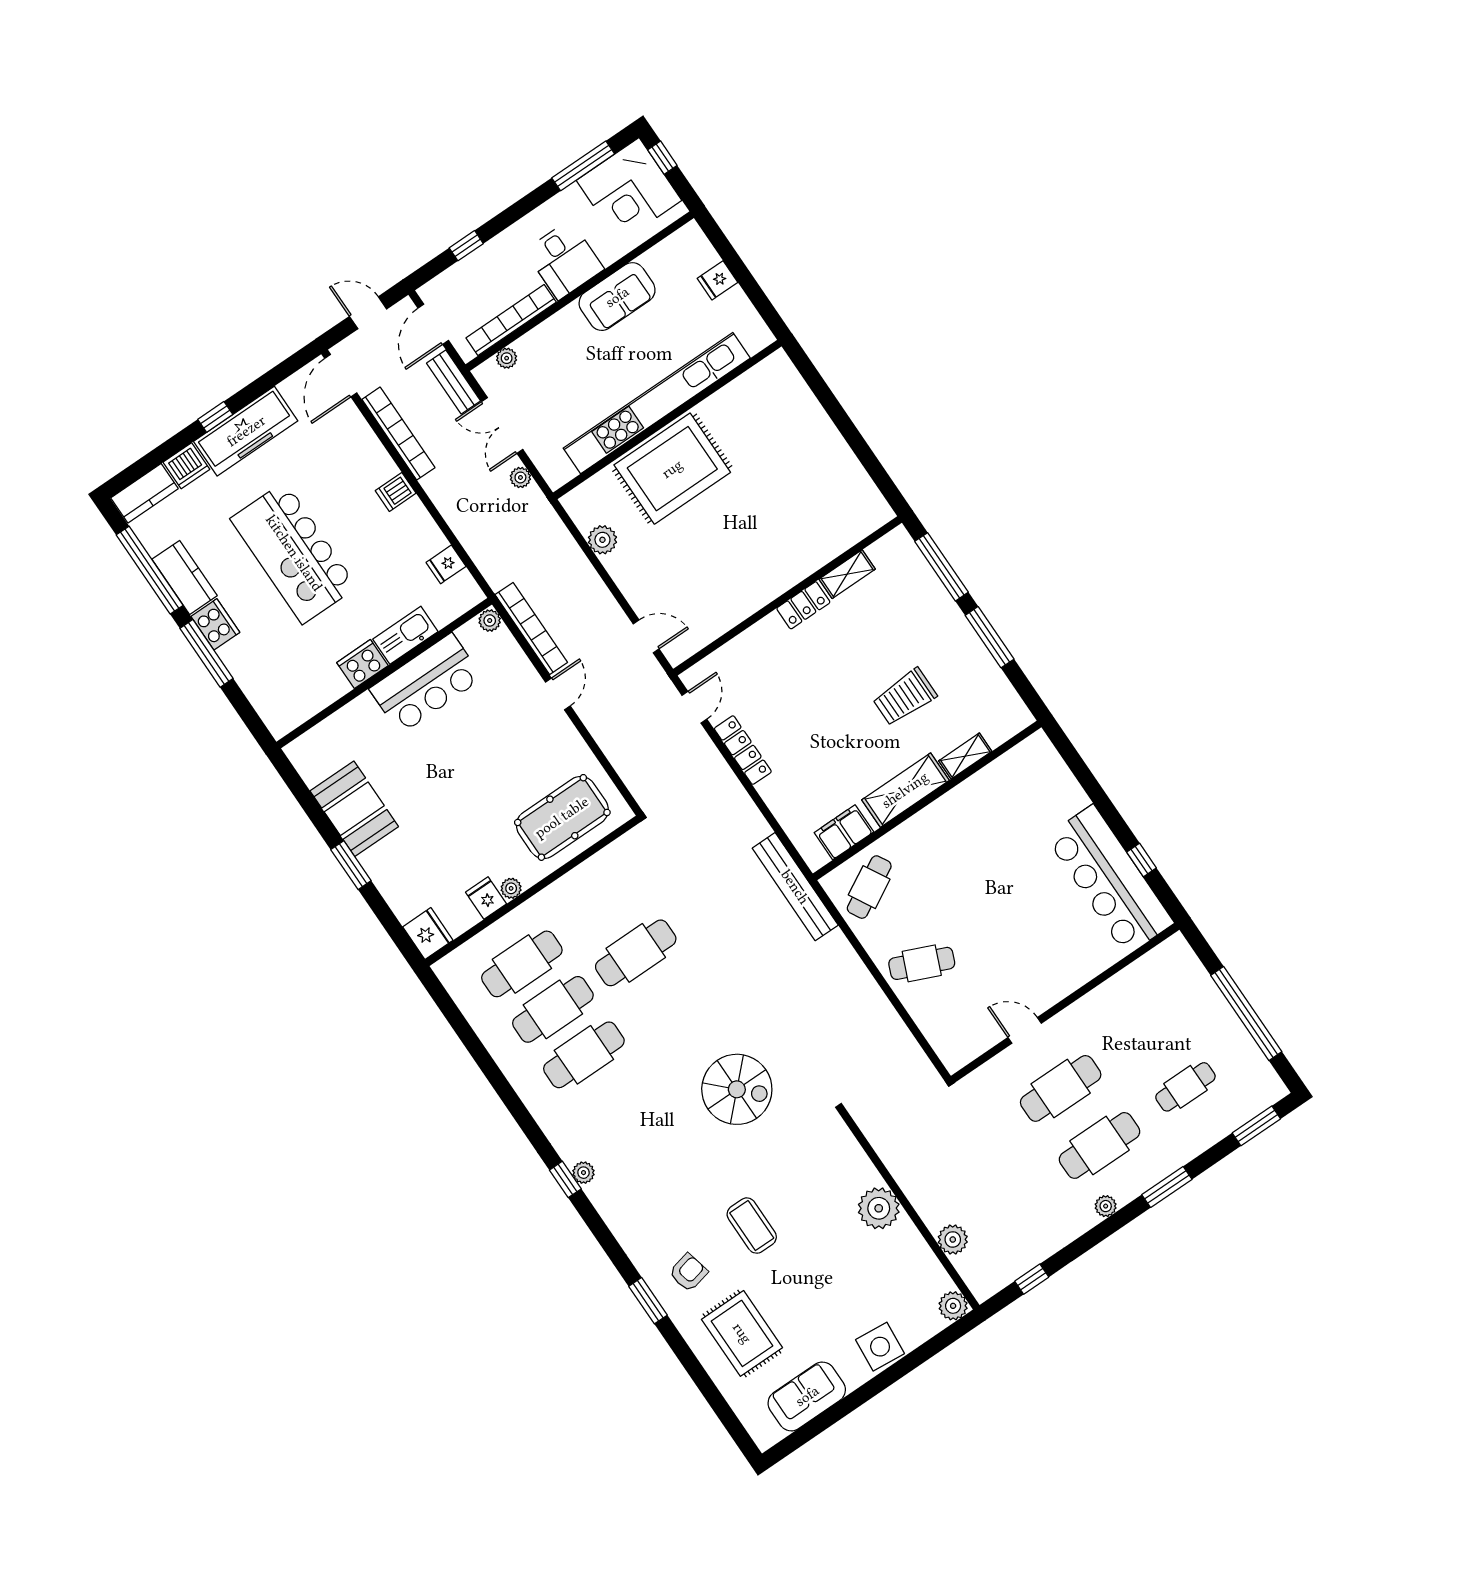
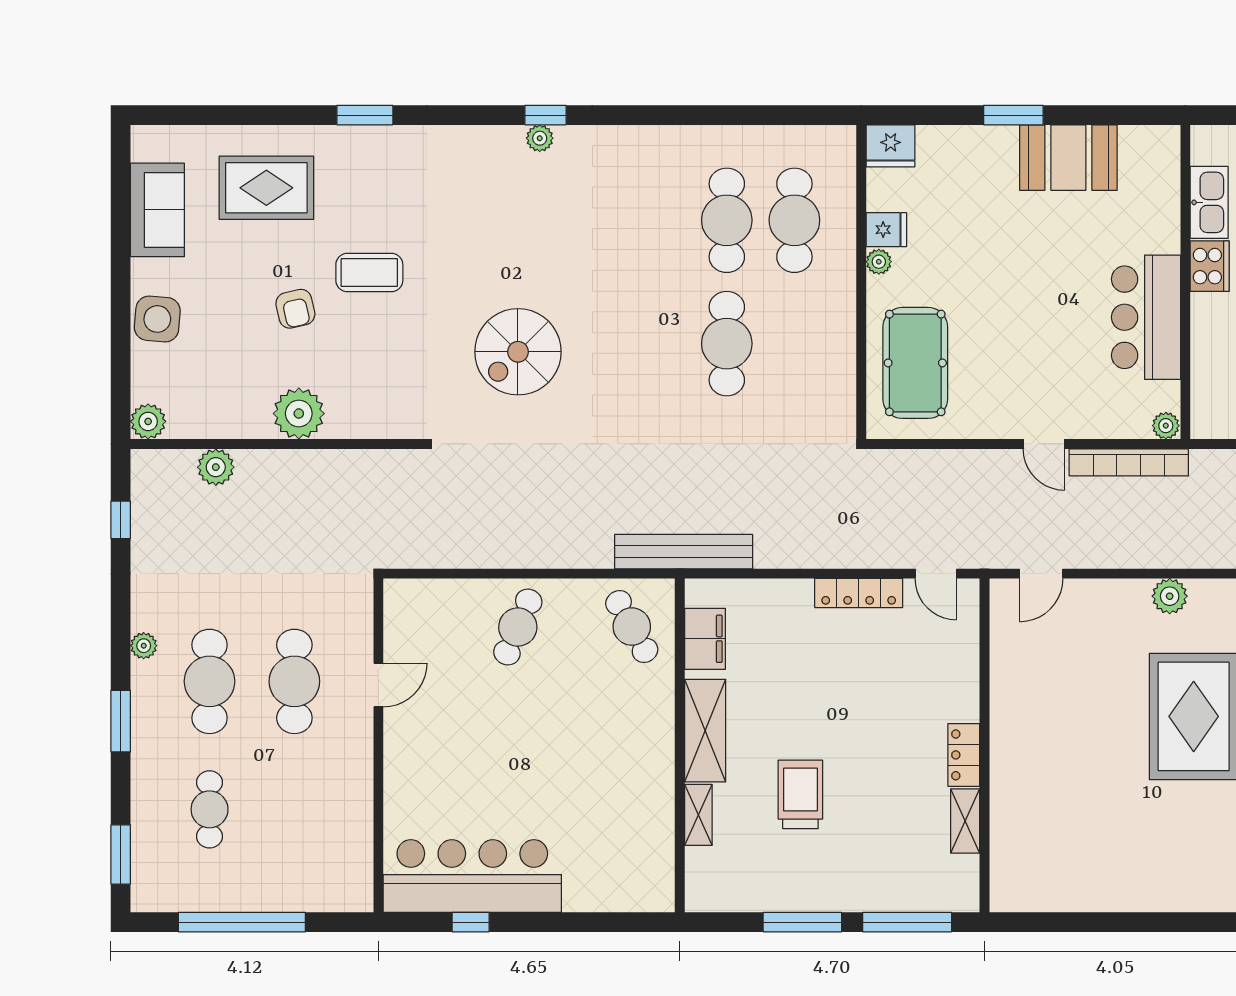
kitchen sink: (405, 635) -> (1209, 202), moved
cafe table: (584, 1055) -> (659, 220), removed
armchair: (688, 1272) -> (295, 309), moved

